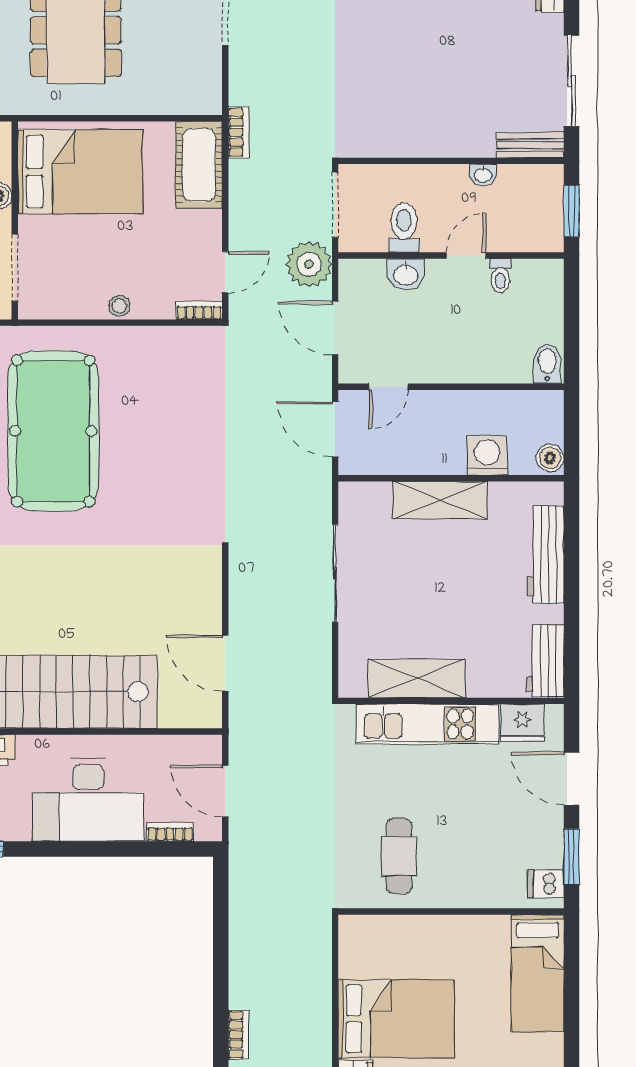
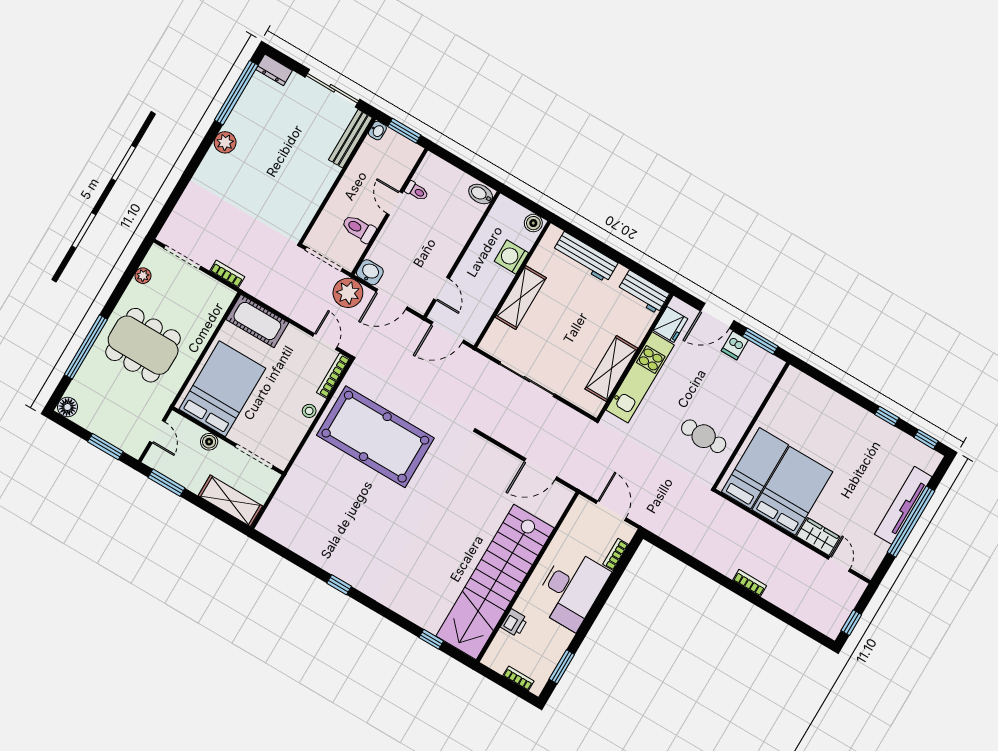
bookcase: (239, 132) -> (227, 274), moved
bench: (530, 145) -> (350, 139), width x1.36
washbasin: (483, 175) -> (377, 131), moved
washbasin: (406, 274) -> (370, 272), moved, turned -90
bookcase: (199, 310) -> (333, 376), width x1.56
pool table: (53, 431) -> (375, 437), moved
door: (225, 791) -> (611, 511), swing flipped
dishwasher: (546, 884) -> (735, 345), moved
bed: (538, 973) -> (755, 468), moved, turned -90

